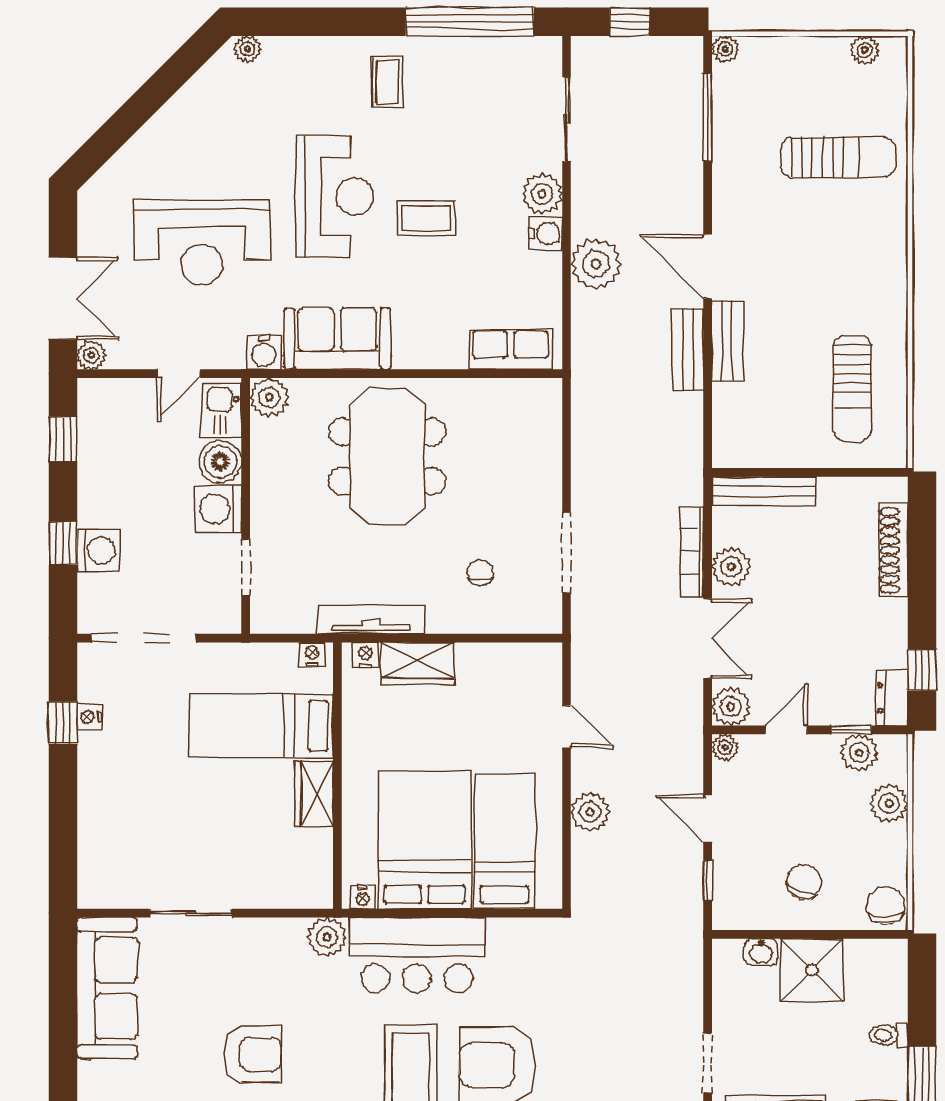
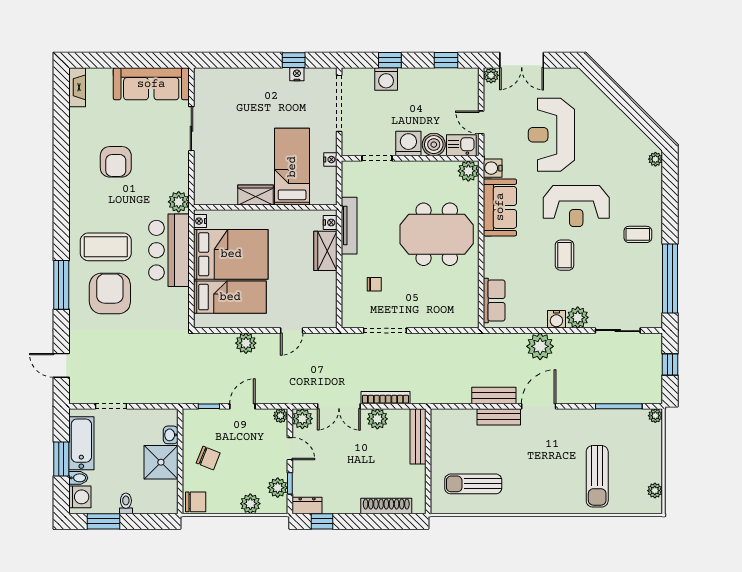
nightstand: (312, 654) -> (330, 160), moved

